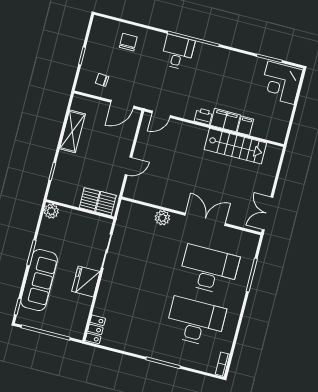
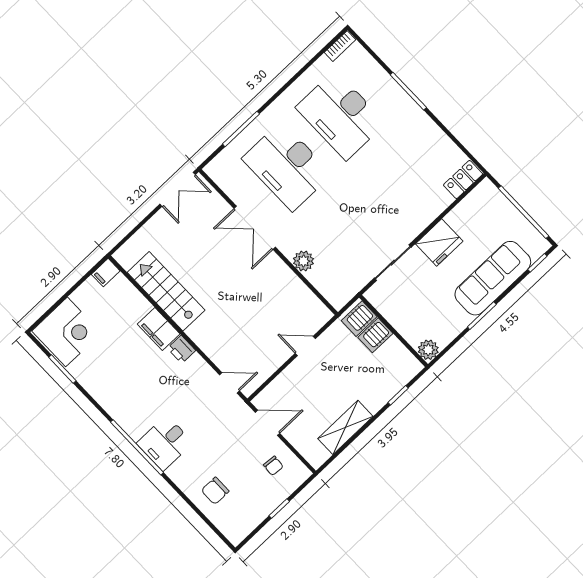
filing cabinet: (245, 126) -> (106, 273), moved

